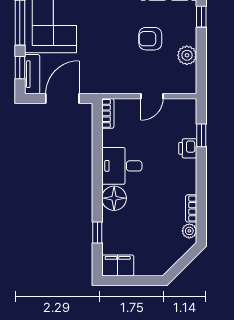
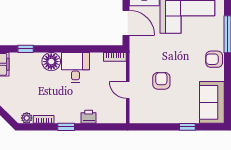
armchair: (150, 39) -> (161, 81), moved
plant: (187, 55) -> (158, 116), removed
window: (201, 135) -> (66, 127), moved

